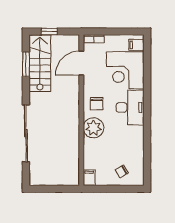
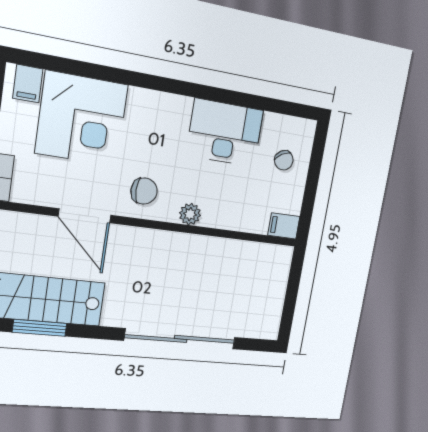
door: (81, 63) -> (85, 216), moved
desk: (130, 108) -> (225, 133), moved
plant: (93, 128) -> (190, 214), width x0.53, depth x0.53

